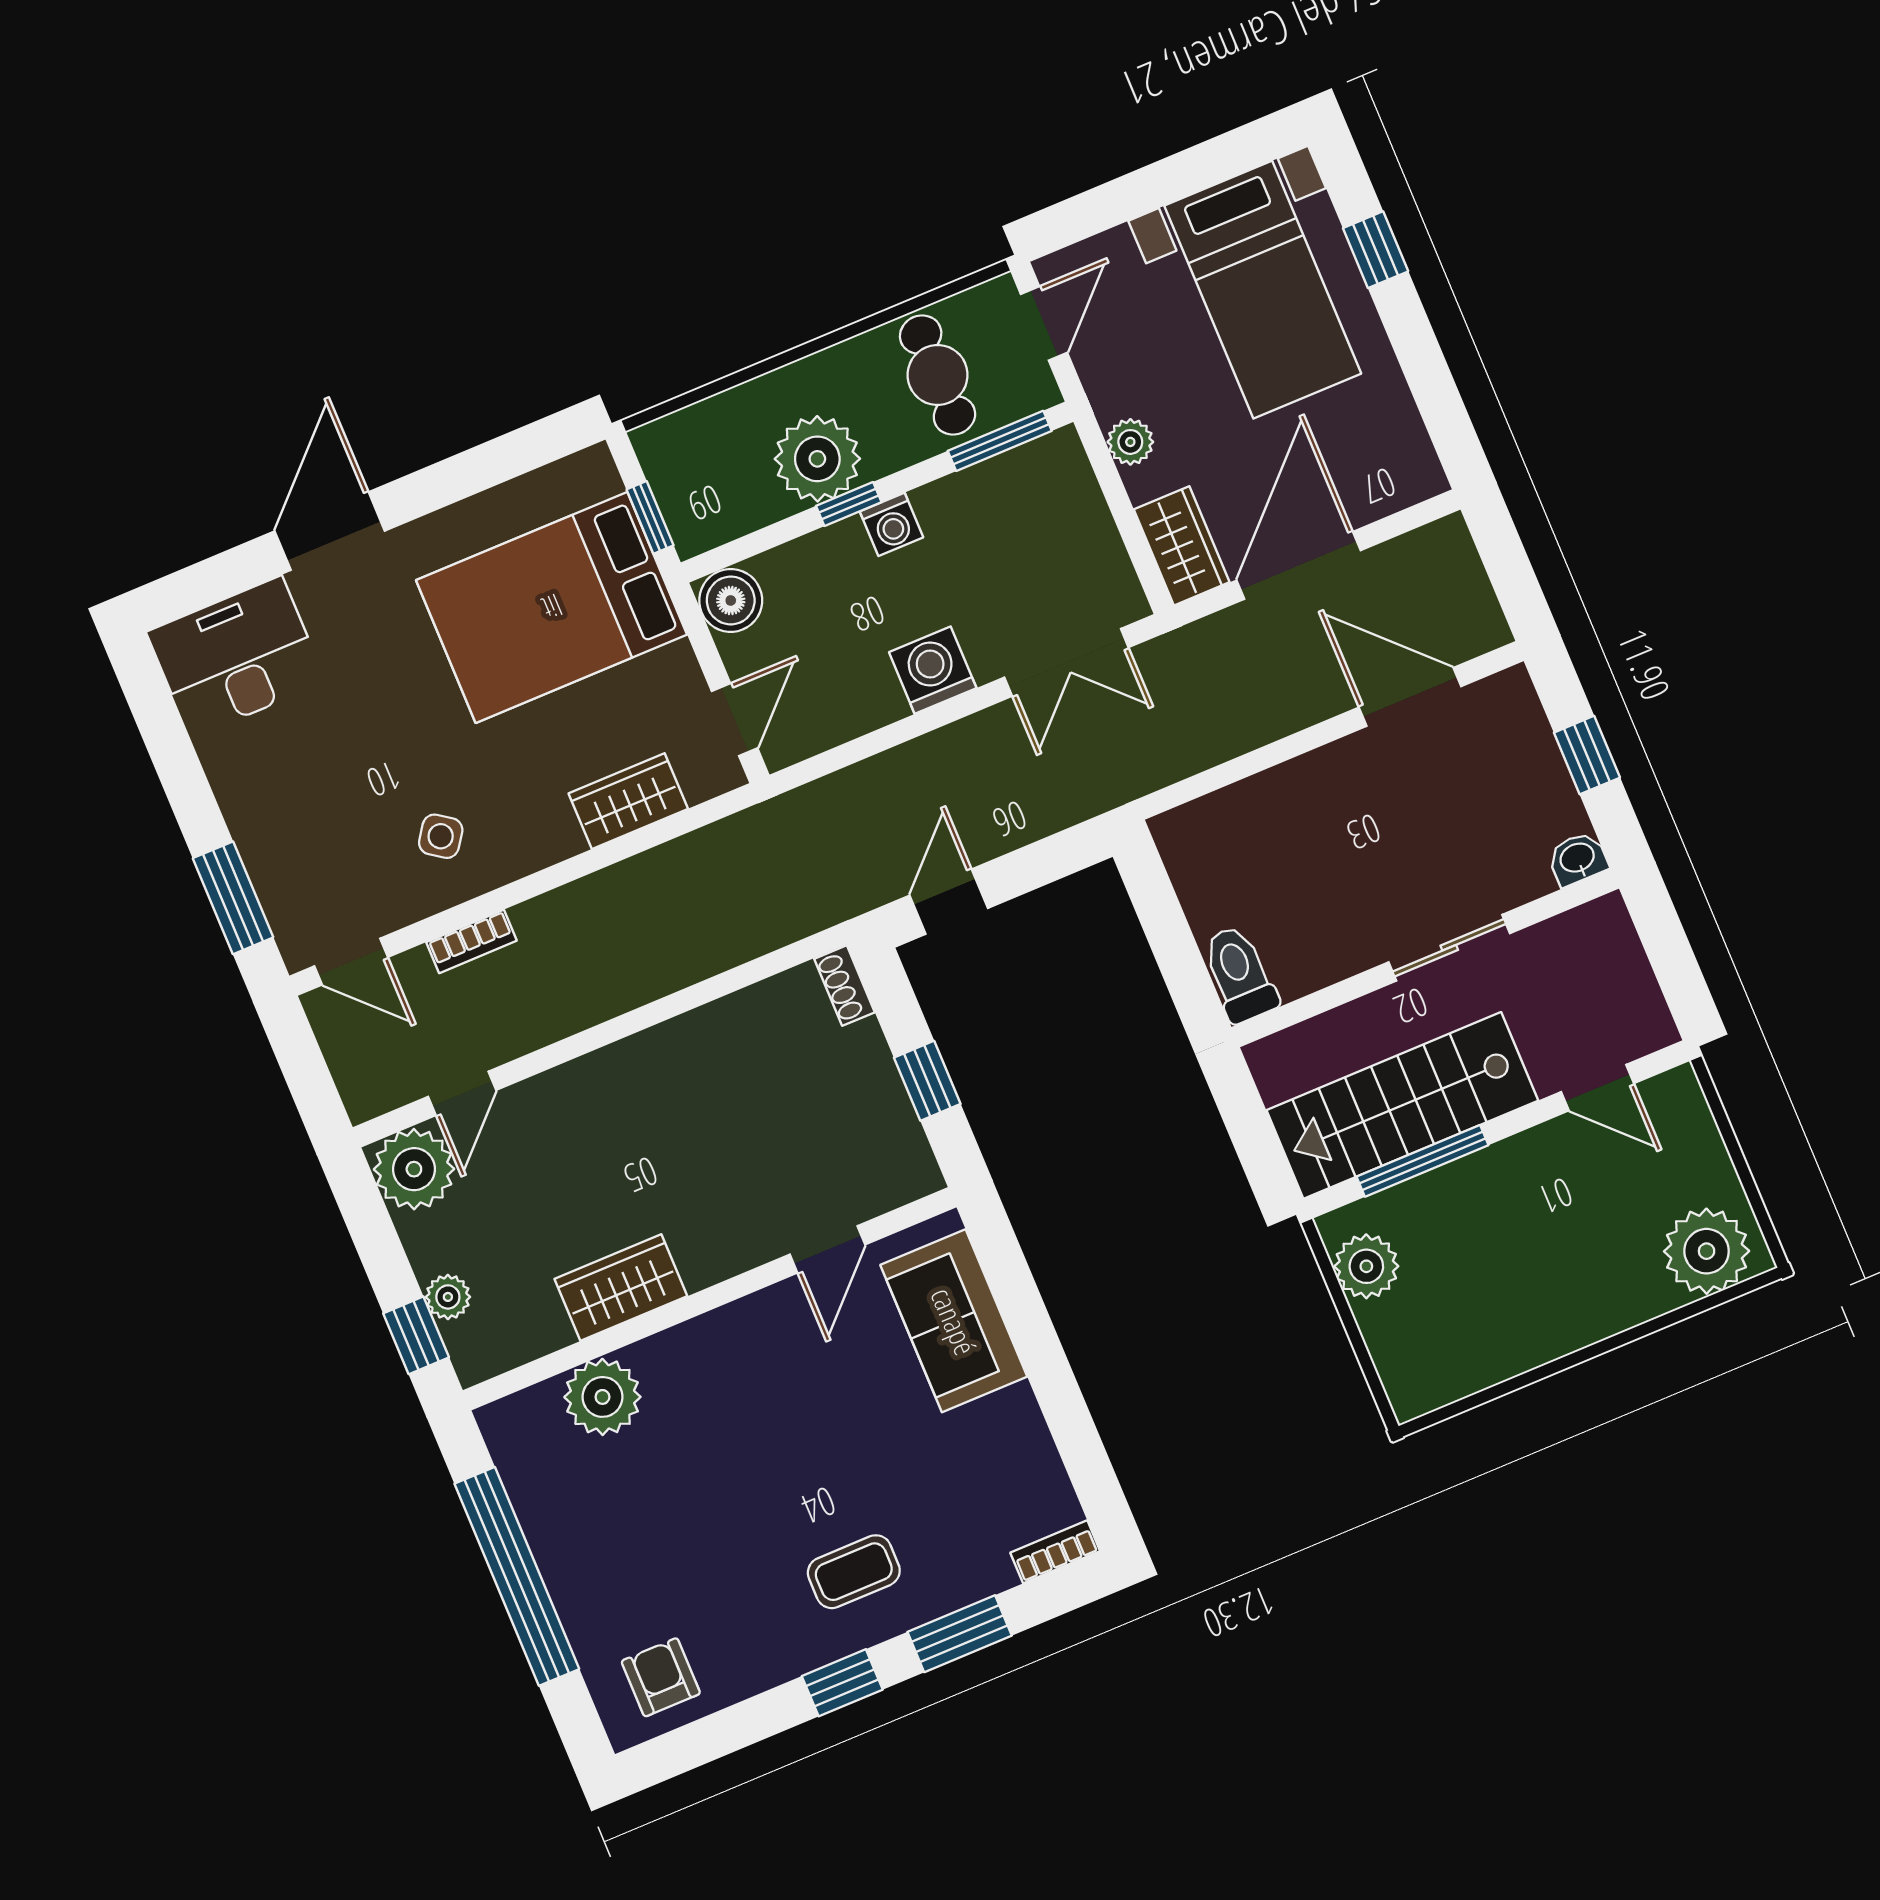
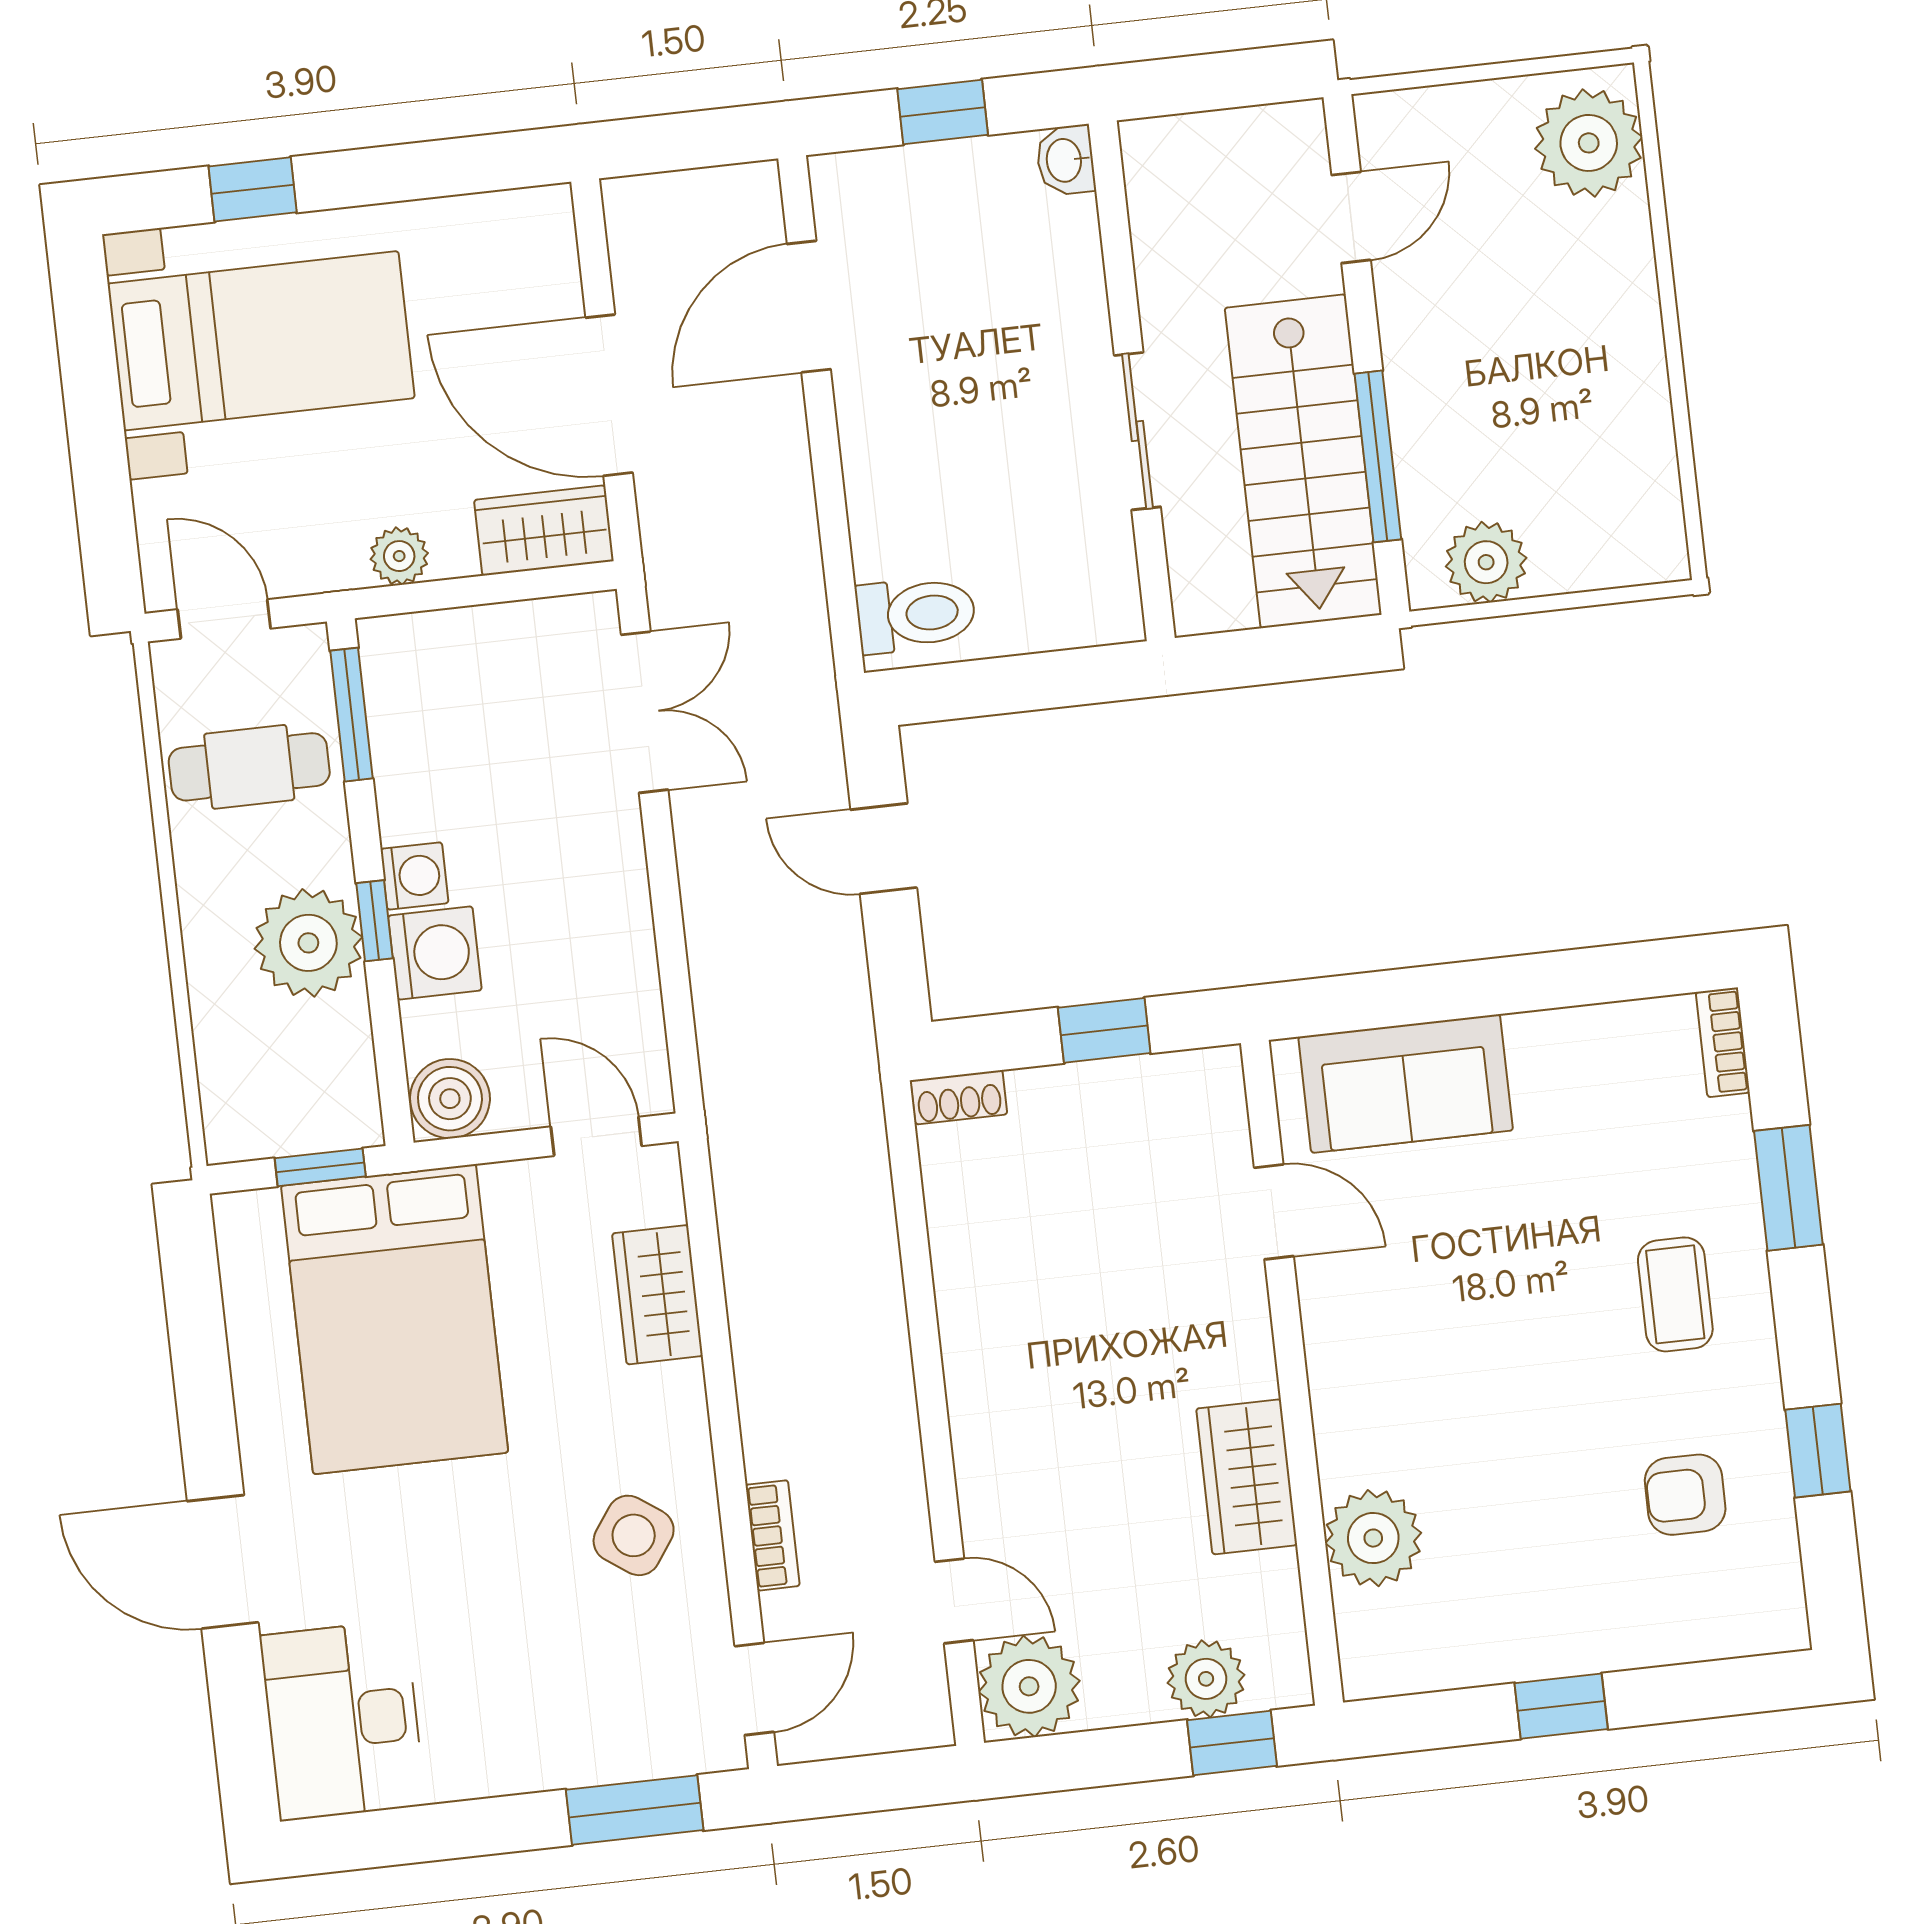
washing machine: (933, 670) -> (435, 953), moved, turned 180
side table: (441, 836) -> (634, 1535), width x1.37, depth x1.37
door: (949, 902) -> (884, 849), moved
sliding door: (1449, 948) -> (1137, 431), moved
toilet: (1239, 974) -> (916, 614), moved, turned 180
plant: (448, 1297) -> (1206, 1679), width x1.38, depth x1.38
window: (517, 1576) -> (1561, 1706), width x0.32
armchair: (661, 1677) -> (1685, 1495), moved
window: (842, 1683) -> (1818, 1451), moved

